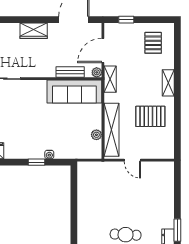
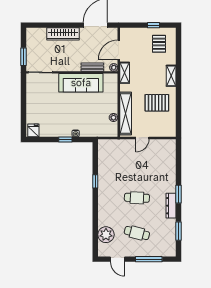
window: (126, 20) -> (154, 25), moved
wardrobe: (34, 31) -> (63, 34), width x1.50
sofa: (74, 92) -> (81, 83), moved
door: (132, 160) -> (142, 138), hinge flipped
window: (74, 214) -> (95, 181), added

